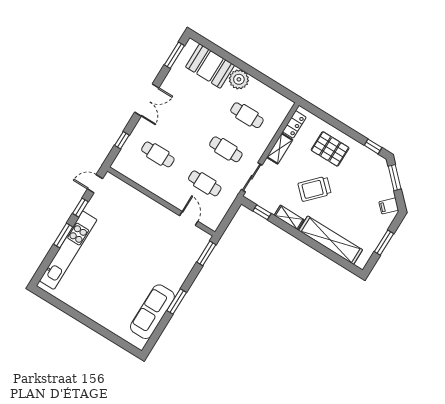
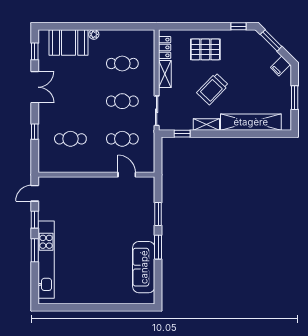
window: (174, 55) -> (35, 51), width x0.67
plant: (239, 79) -> (94, 34), width x0.53, depth x0.53
double door: (147, 100) -> (35, 87), moved
window: (122, 140) -> (35, 132), moved
window: (206, 253) -> (158, 214), moved

